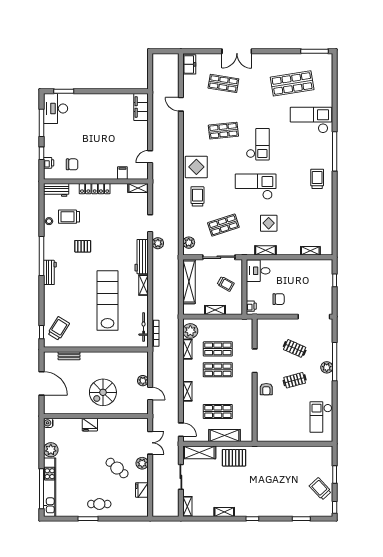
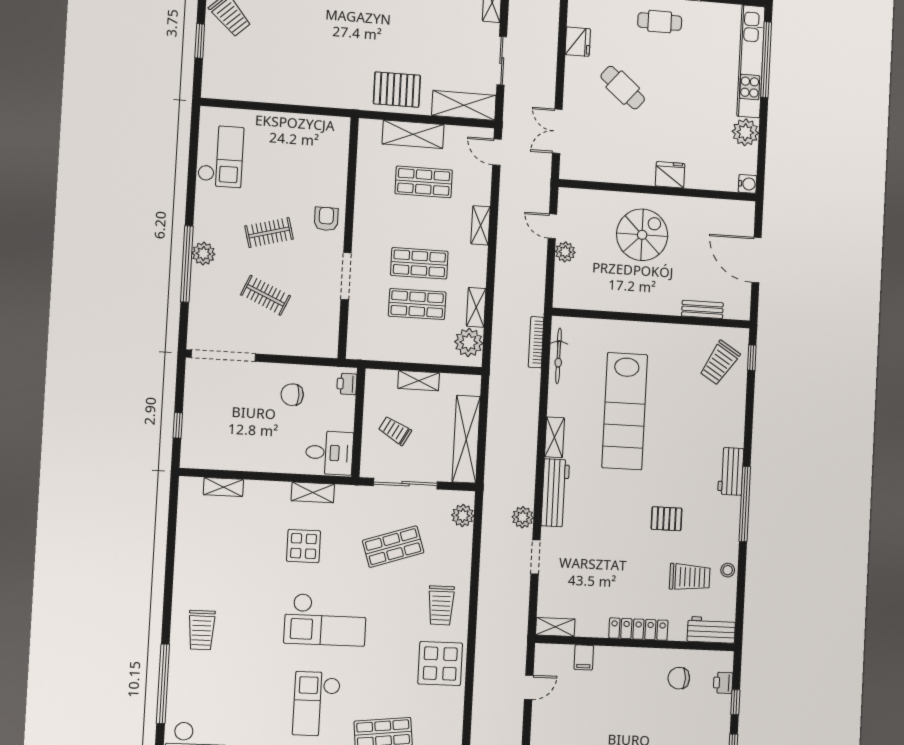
plant: (142, 463) -> (575, 93), removed

